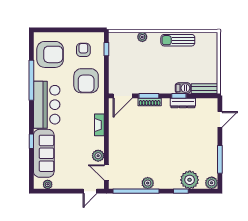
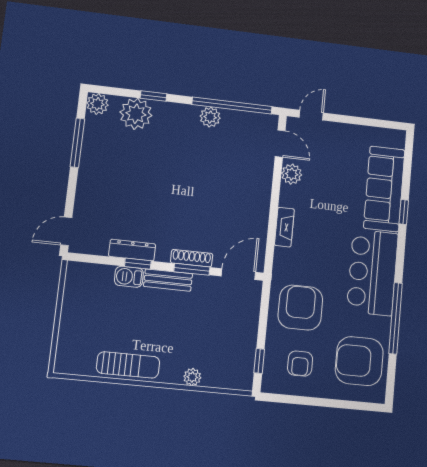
bench: (205, 89) -> (168, 280), moved
door: (220, 119) -> (66, 231), moved
plant: (48, 184) -> (382, 135), removed

